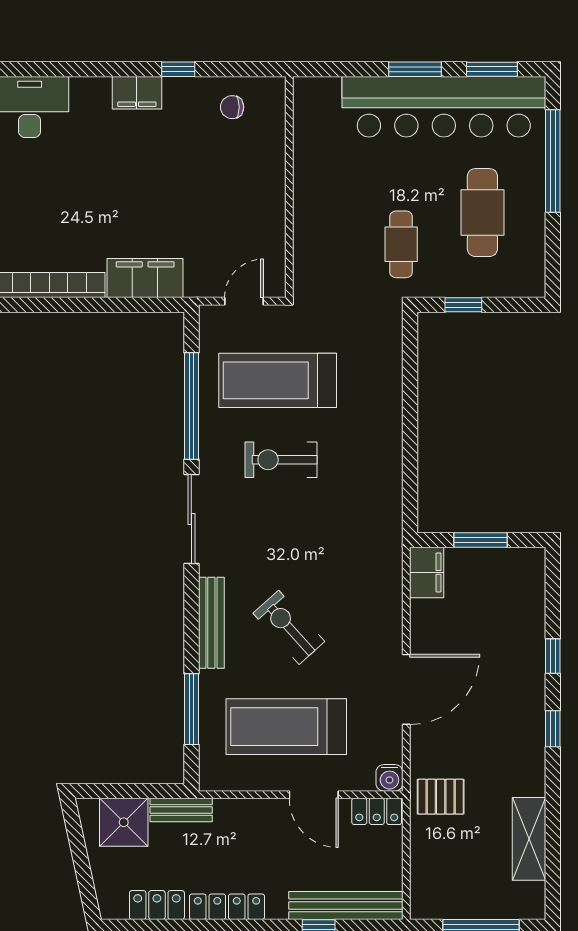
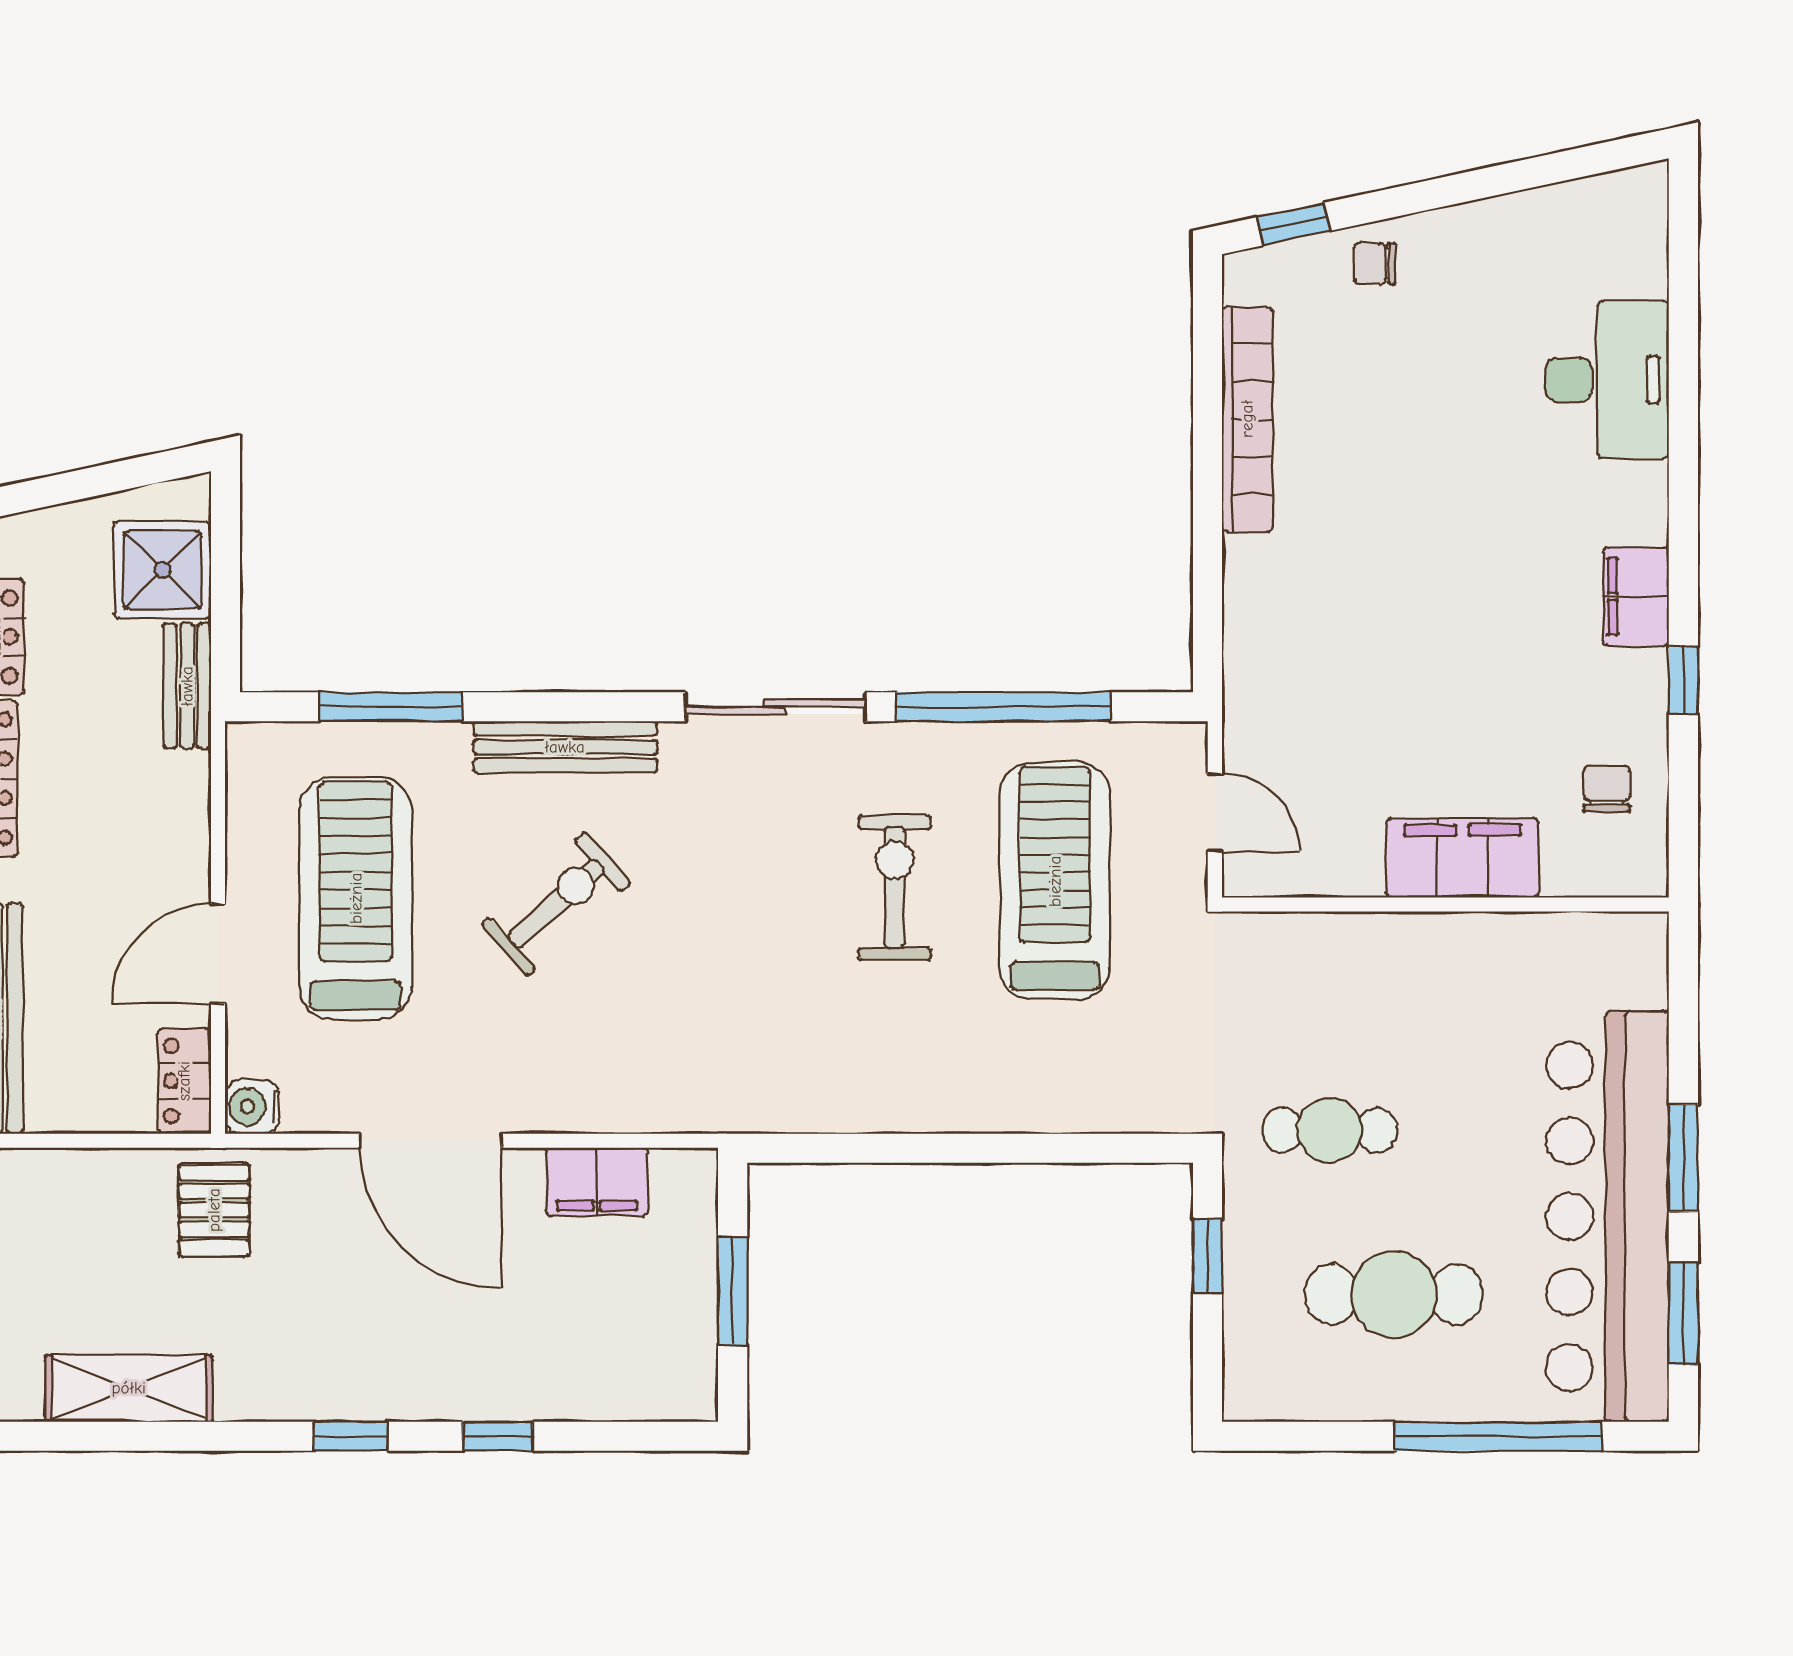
filing cabinet: (145, 278) -> (1462, 858), moved, turned -90
filing cabinet: (427, 572) -> (597, 1182), moved

